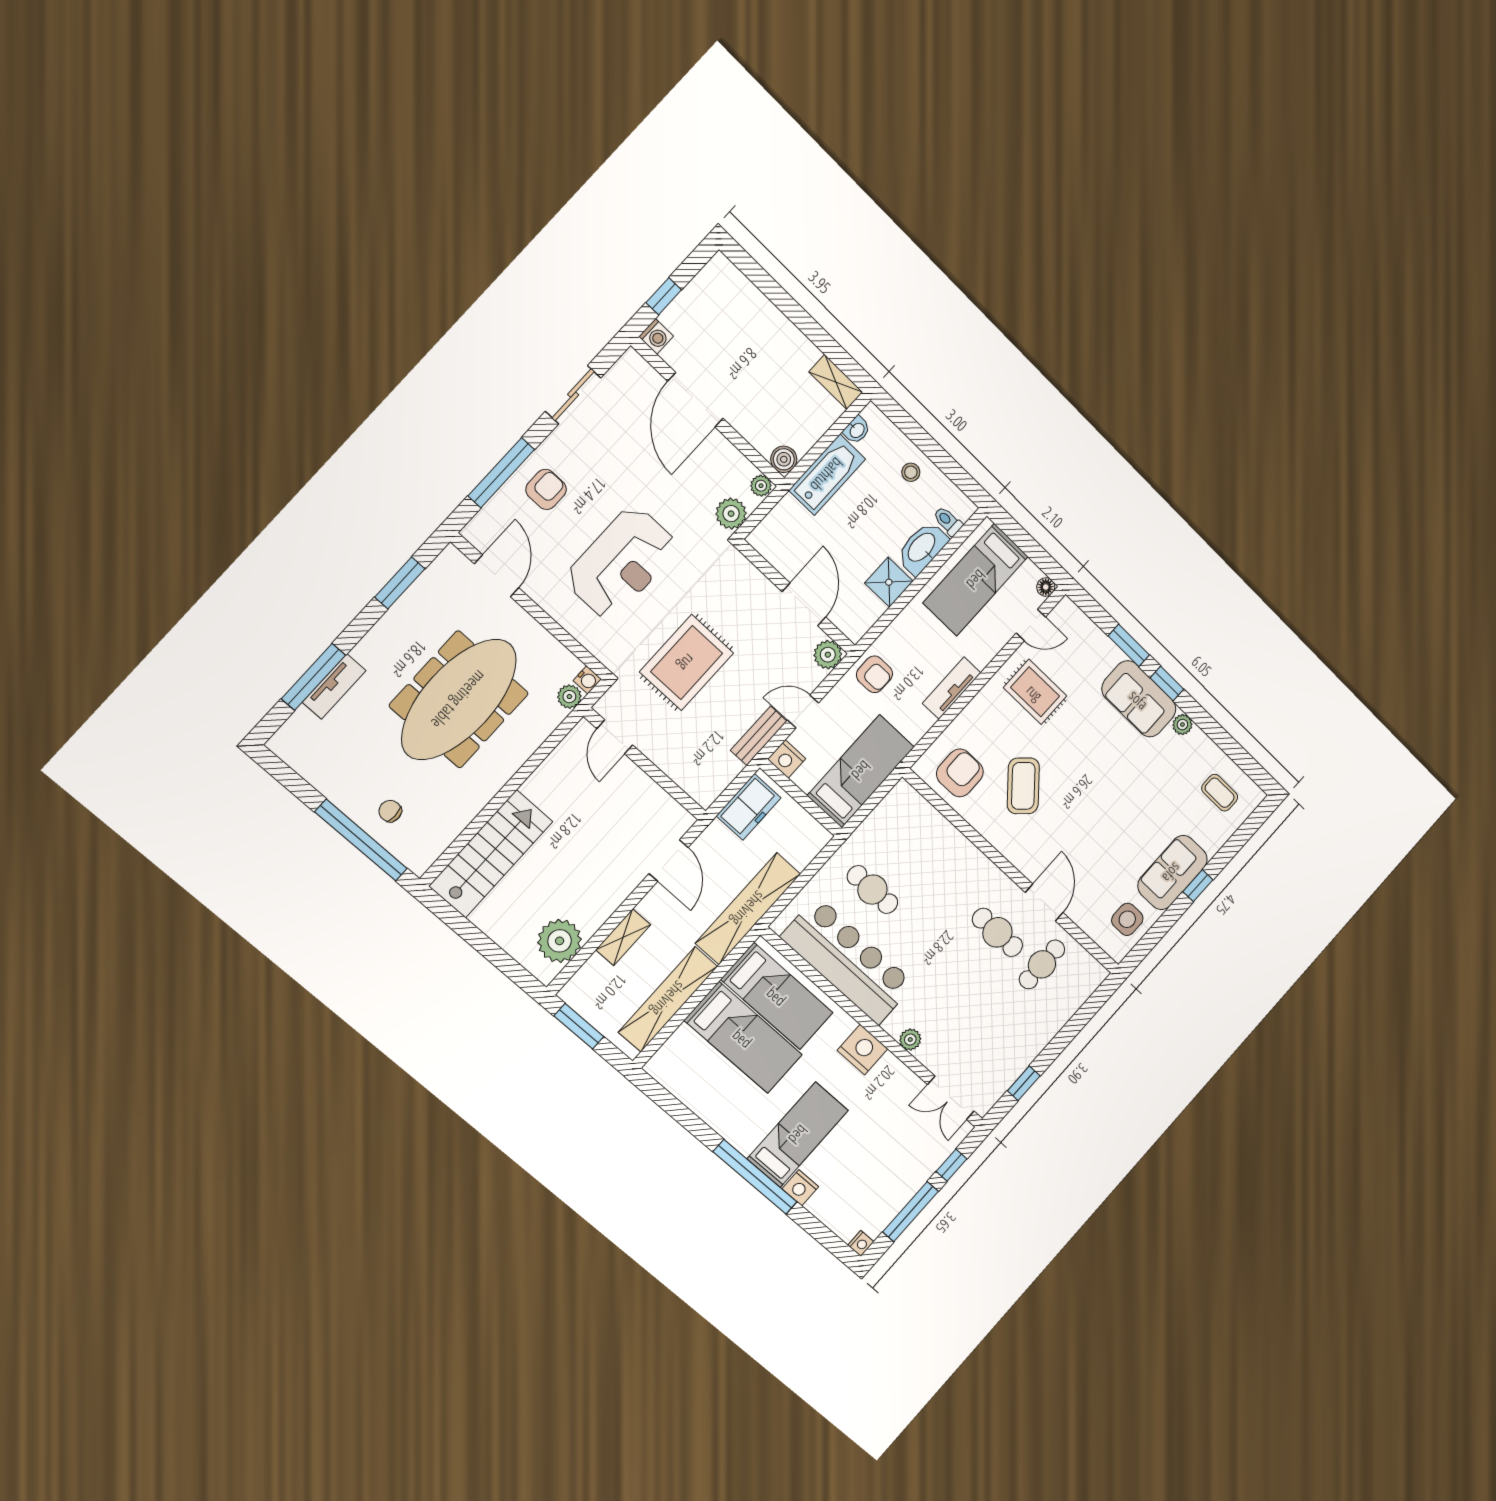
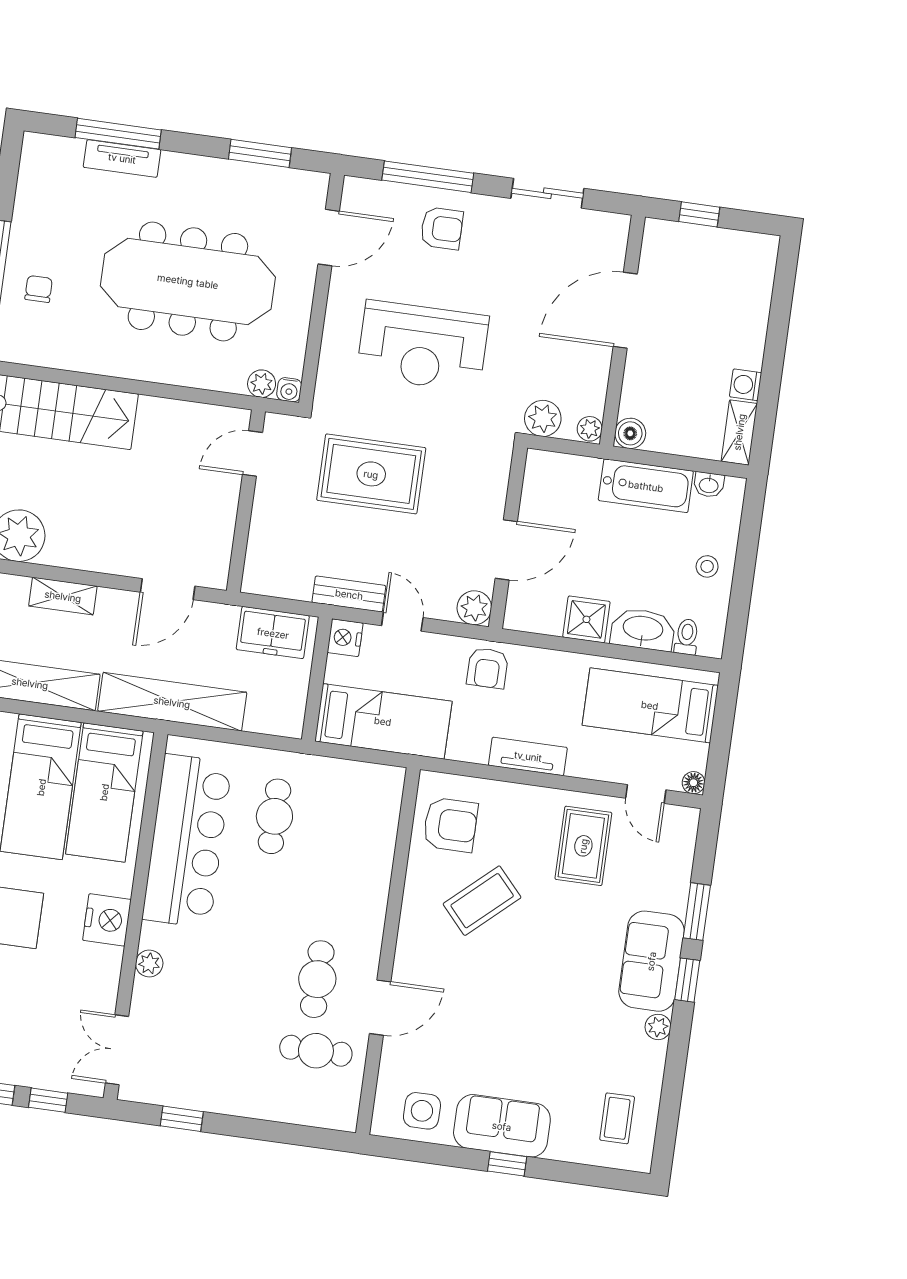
washing machine: (656, 336) -> (746, 385), moved, turned 90

